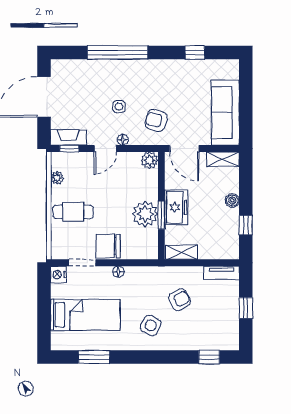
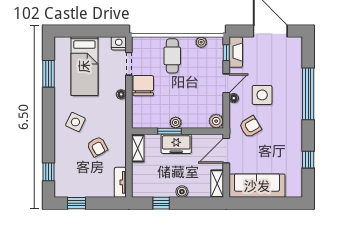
side table: (119, 107) -> (262, 95), width x1.87, depth x1.87
armchair: (156, 120) -> (250, 127), turned 42
door: (105, 149) -> (226, 83), swing flipped
plant: (145, 214) -> (176, 122), width x0.53, depth x0.53
window: (246, 308) -> (77, 203), moved

